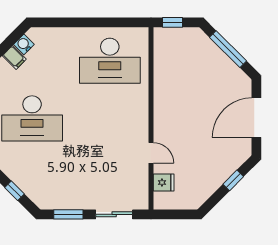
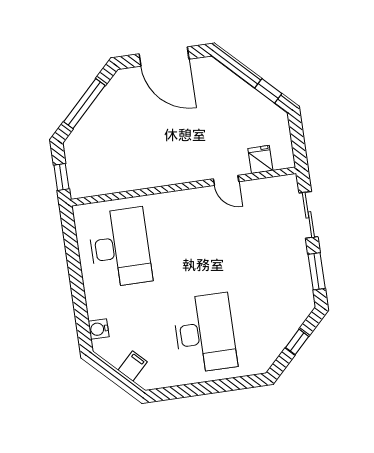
water cooler: (24, 44) -> (99, 329), moved, turned 45
door: (151, 153) -> (226, 180), swing flipped
window: (233, 180) -> (268, 91), moved

